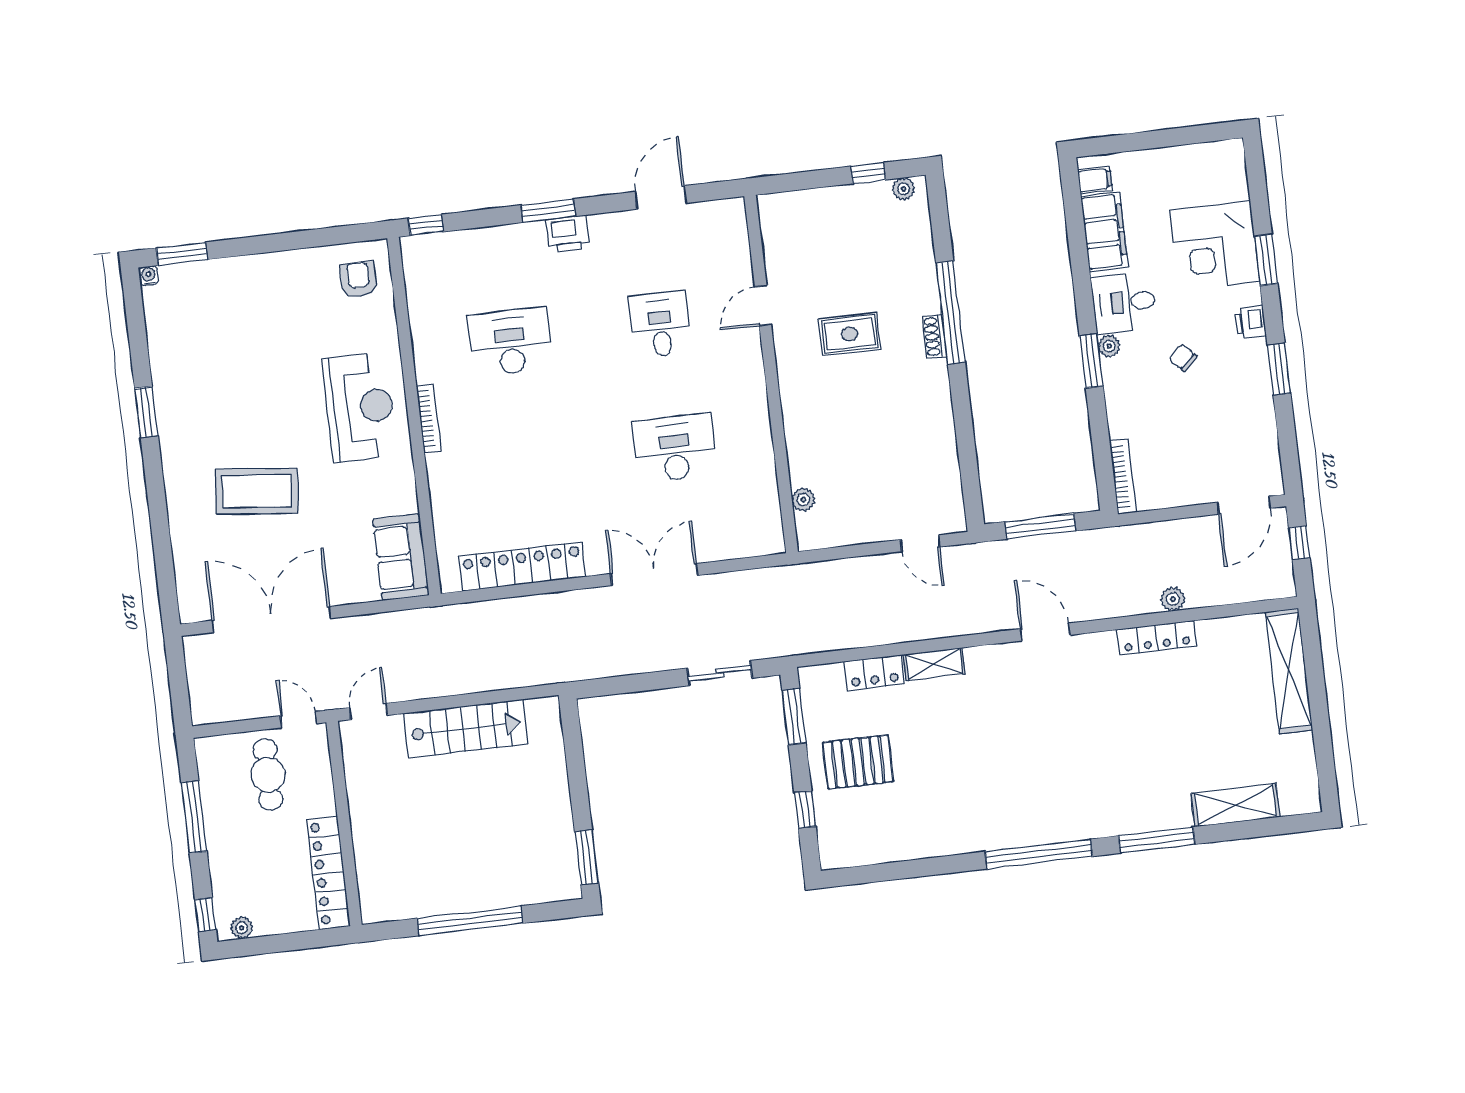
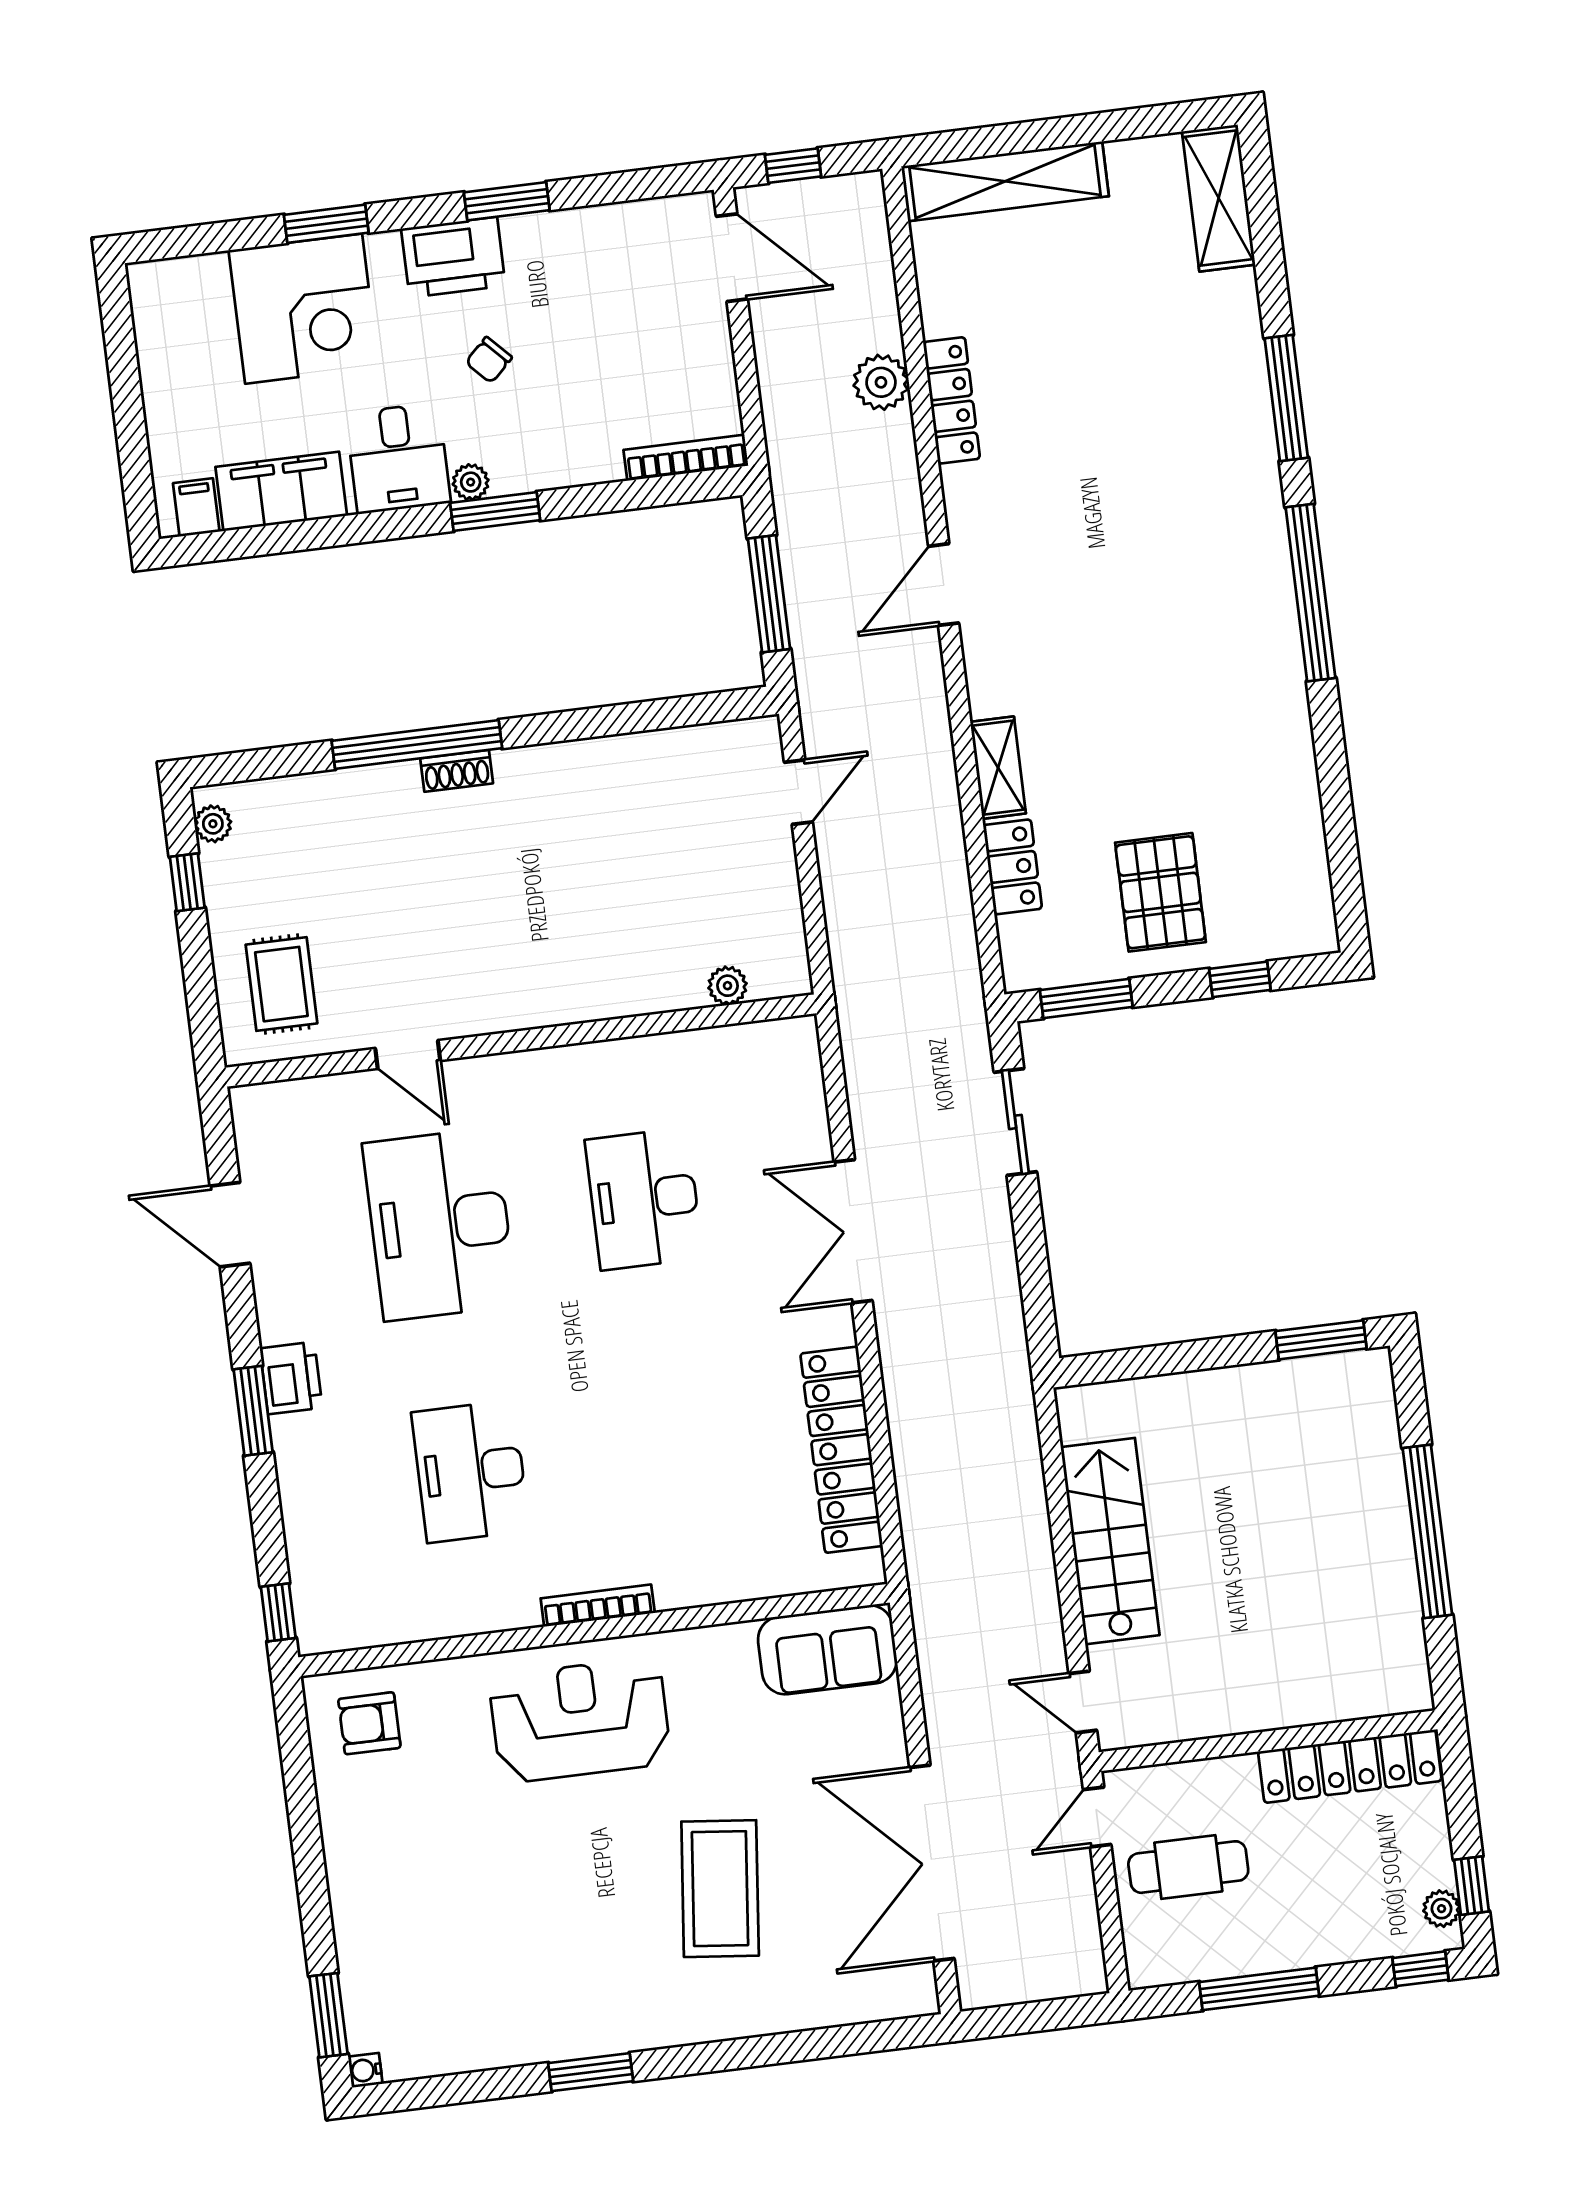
printer: (1250, 322) -> (453, 257), width x1.87, depth x1.48
desk: (660, 324) -> (440, 1224), width x1.87, depth x1.30
rug: (850, 334) -> (281, 984), moved
plant: (1173, 599) -> (881, 382), width x1.38, depth x1.38
shelving: (1235, 805) -> (1219, 198), moved
window: (256, 946) -> (1471, 1886), added

